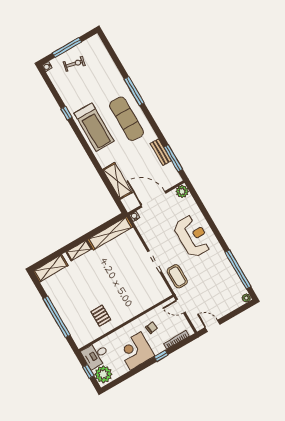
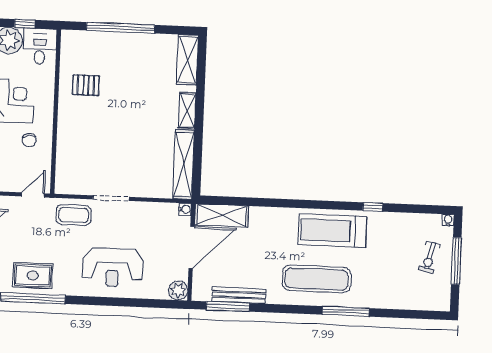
bench: (161, 152) -> (239, 295), width x1.36
shelving: (117, 181) -> (222, 215), moved
rug: (225, 278) -> (33, 275), added

